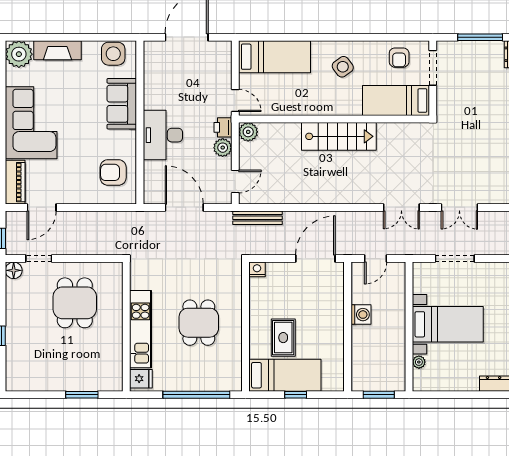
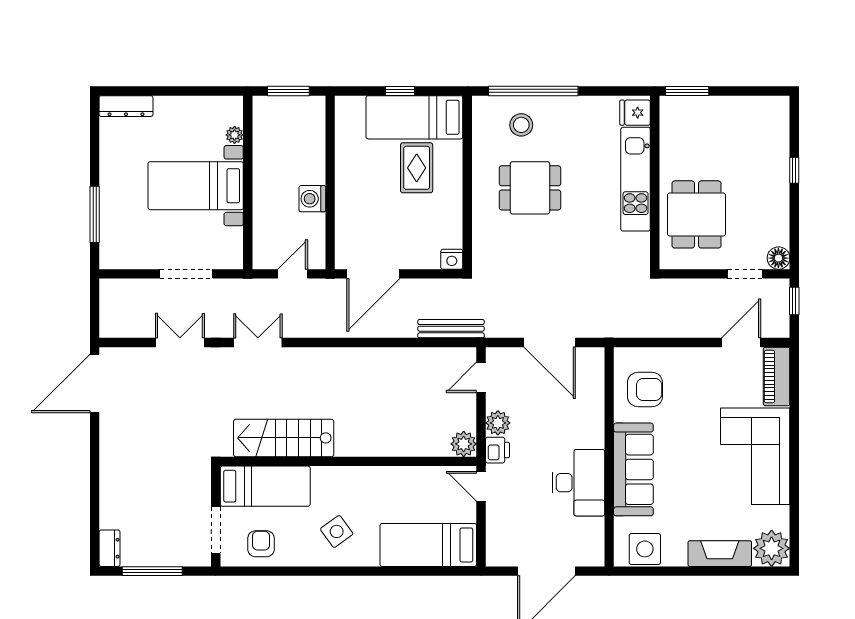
sofa: (122, 104) -> (633, 469), width x1.36
desk: (163, 135) -> (578, 483), moved
stairs: (339, 136) -> (284, 438), moved
dining table: (199, 323) -> (530, 188), turned 90
wall: (126, 327) -> (655, 182), moved
kitchen unit: (141, 329) -> (636, 179), moved
stool: (205, 370) -> (521, 125), added
fridge: (141, 379) -> (635, 113), moved

